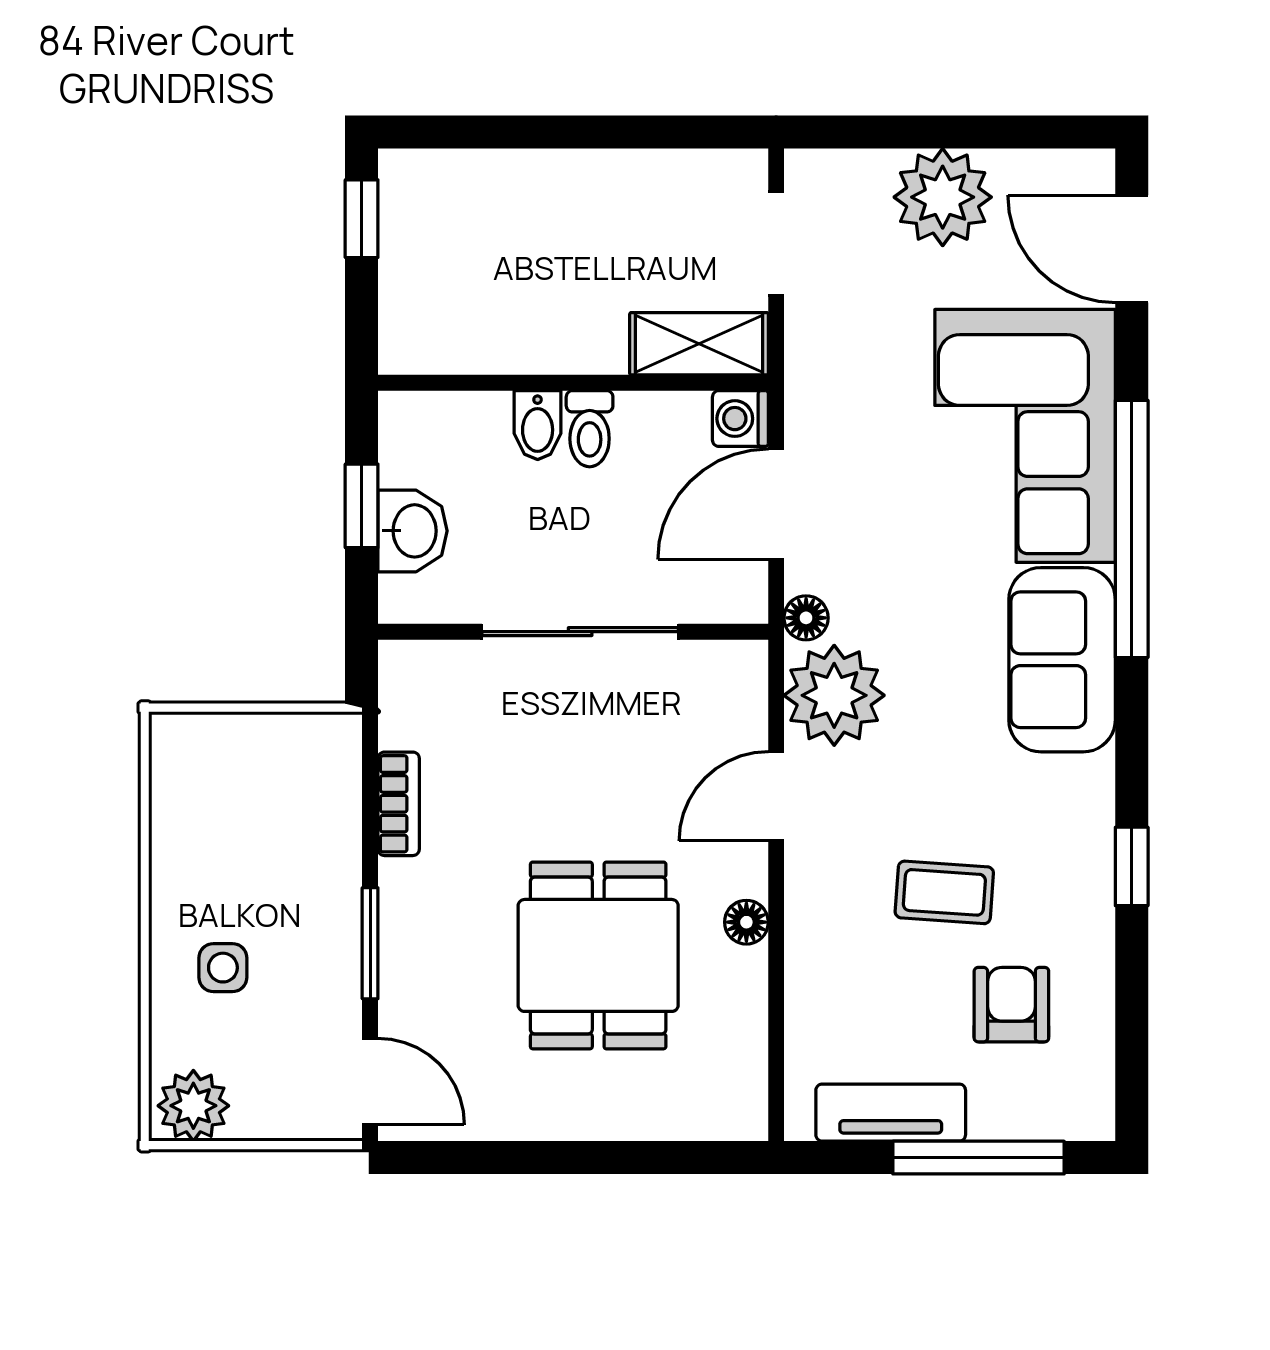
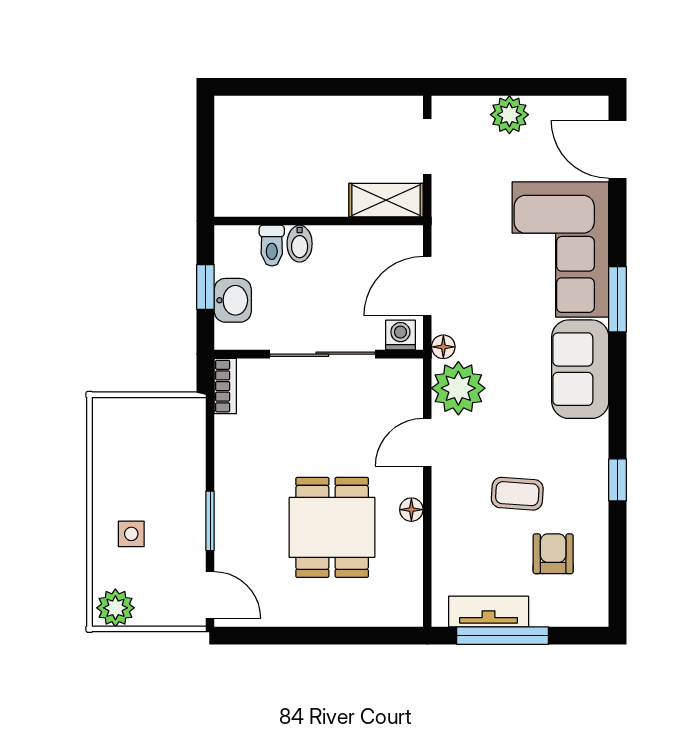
plant: (943, 197) -> (509, 115), width x0.73, depth x0.73
window: (362, 219) -> (205, 133), removed
washing machine: (740, 419) -> (400, 335), moved, turned 90
toilet: (590, 429) -> (272, 246), moved
window: (1132, 529) -> (618, 299), width x0.47
bookcase: (399, 804) -> (225, 386), moved
window: (979, 1158) -> (503, 636), moved

